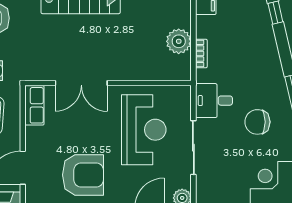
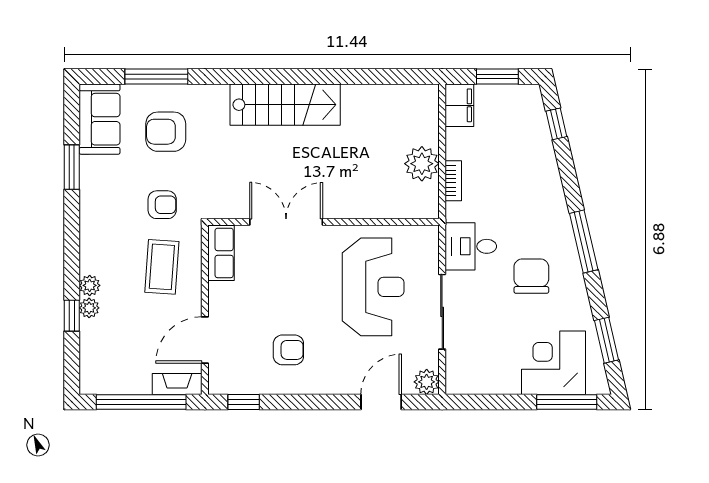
double door: (81, 83) -> (286, 222), swing flipped
chair: (257, 122) -> (531, 276), turned 90
armchair: (83, 175) -> (288, 350), width x0.53, depth x0.53

